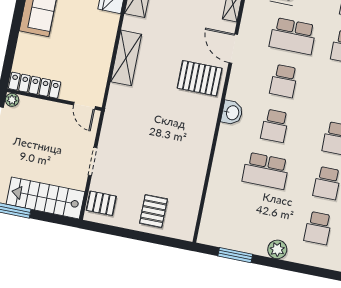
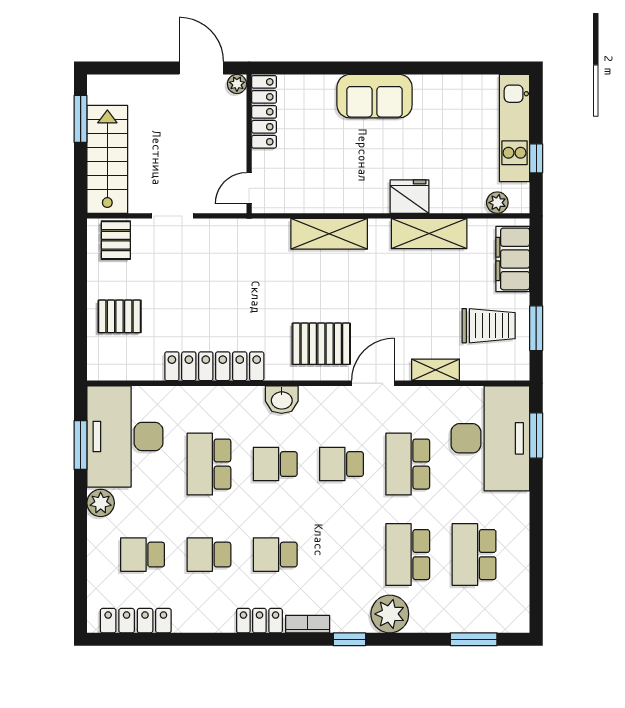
pallet: (200, 78) -> (321, 344), turned 90
locker: (200, 154) -> (214, 366), added
desk: (236, 224) -> (125, 436), added

